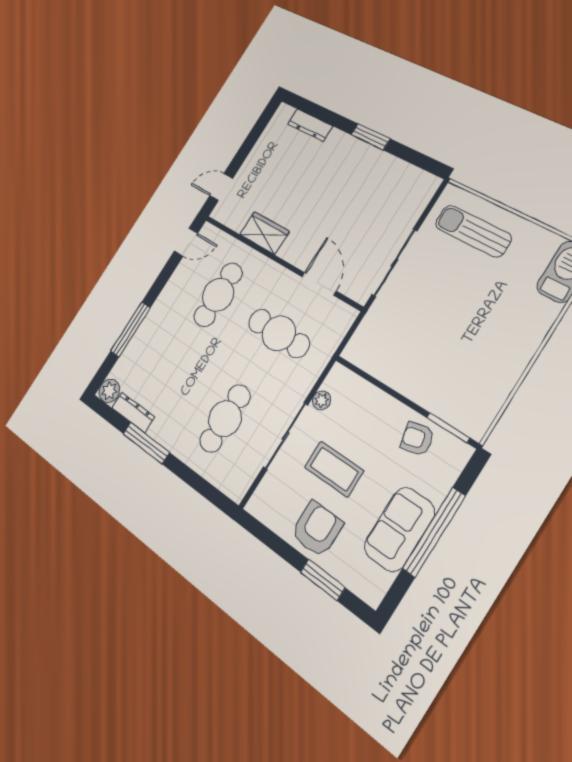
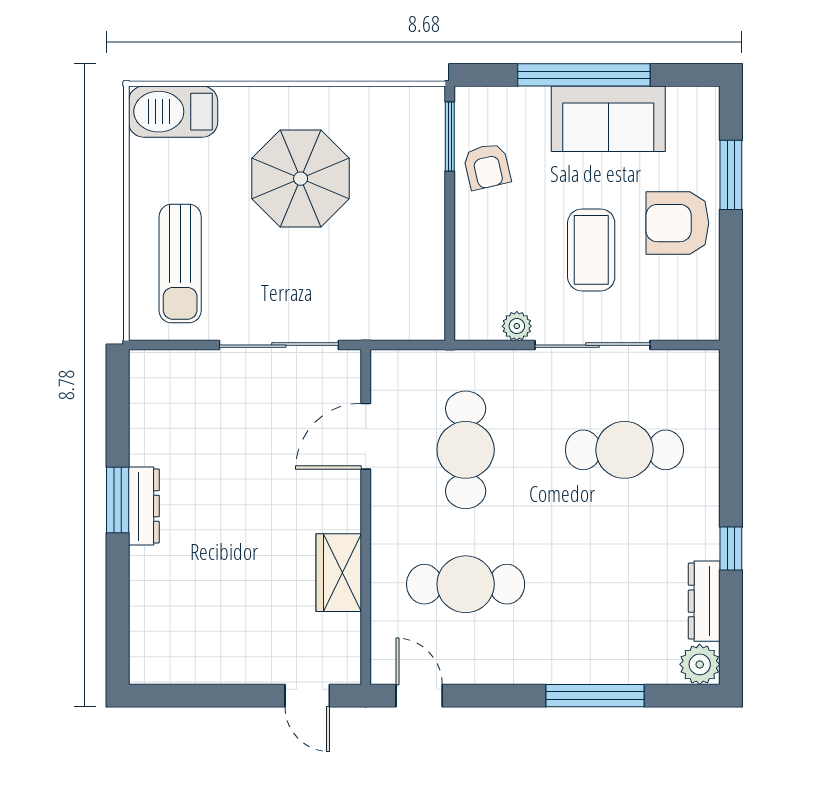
dresser: (310, 125) -> (144, 506), moved
parasol: (478, 325) -> (301, 179), added
window: (146, 443) -> (731, 548), width x0.46

